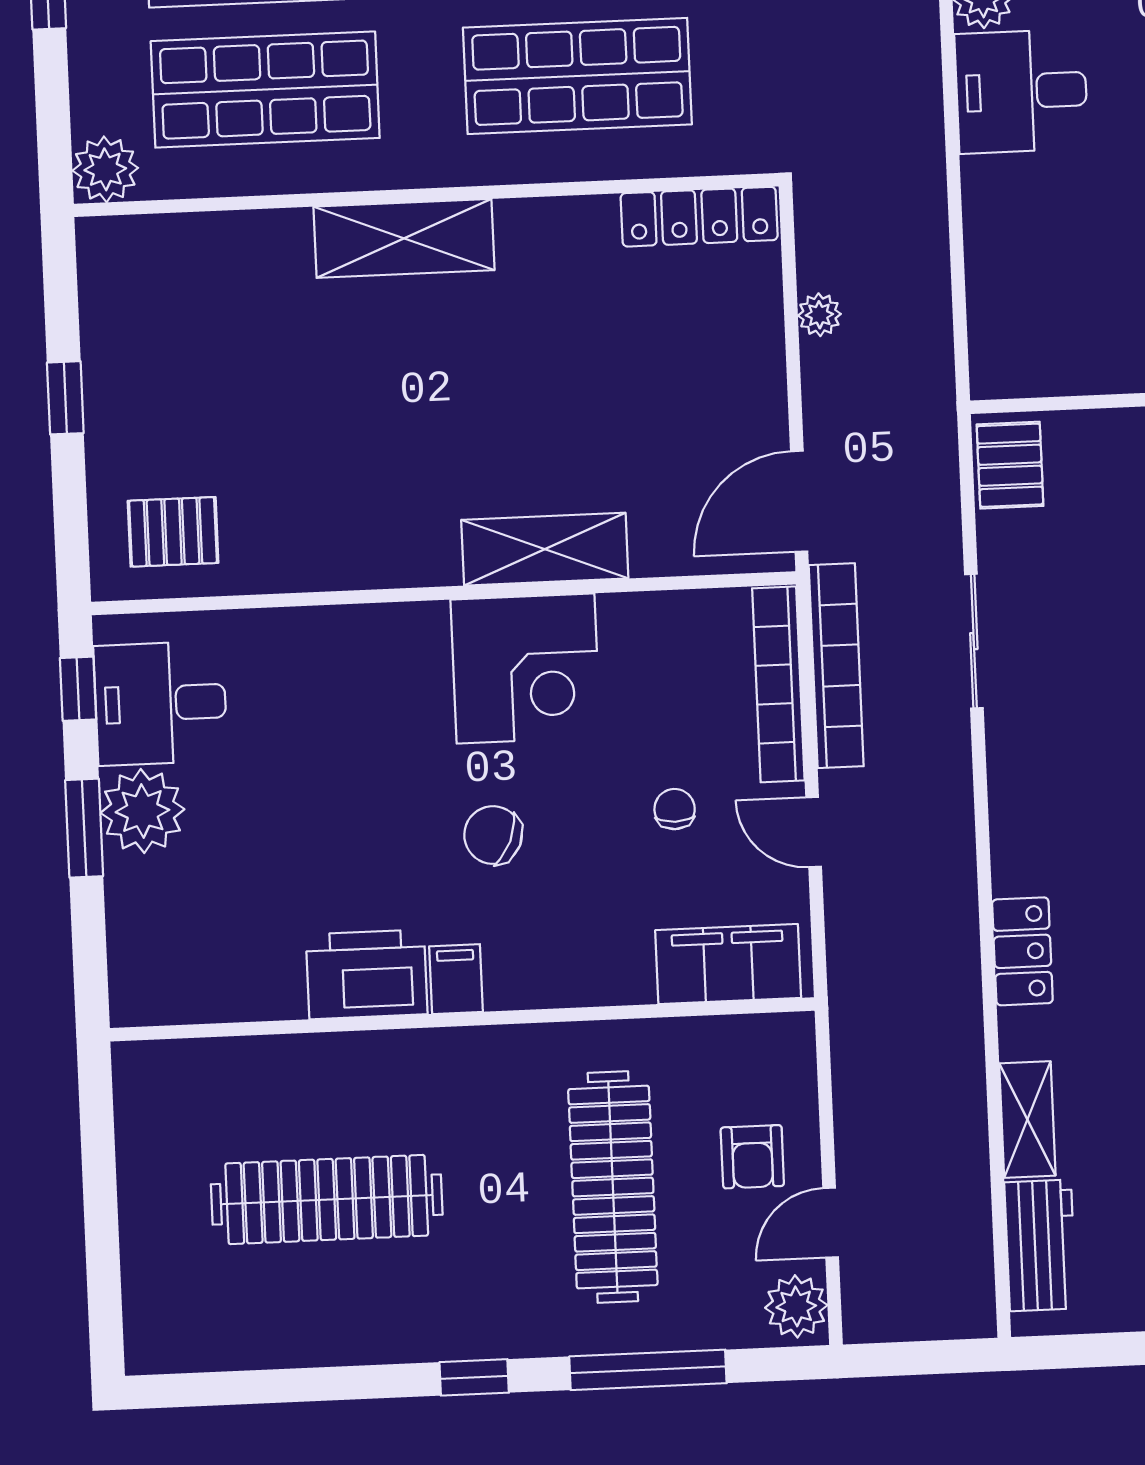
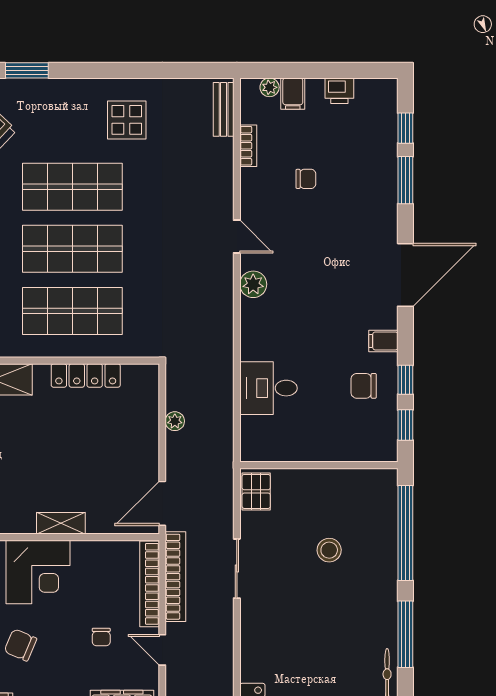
desk: (1021, 91) -> (268, 388), moved
locker: (699, 217) -> (86, 375), moved
shelving: (545, 549) -> (61, 523), width x0.67, depth x0.75
chair: (675, 809) -> (101, 637), turned 180

